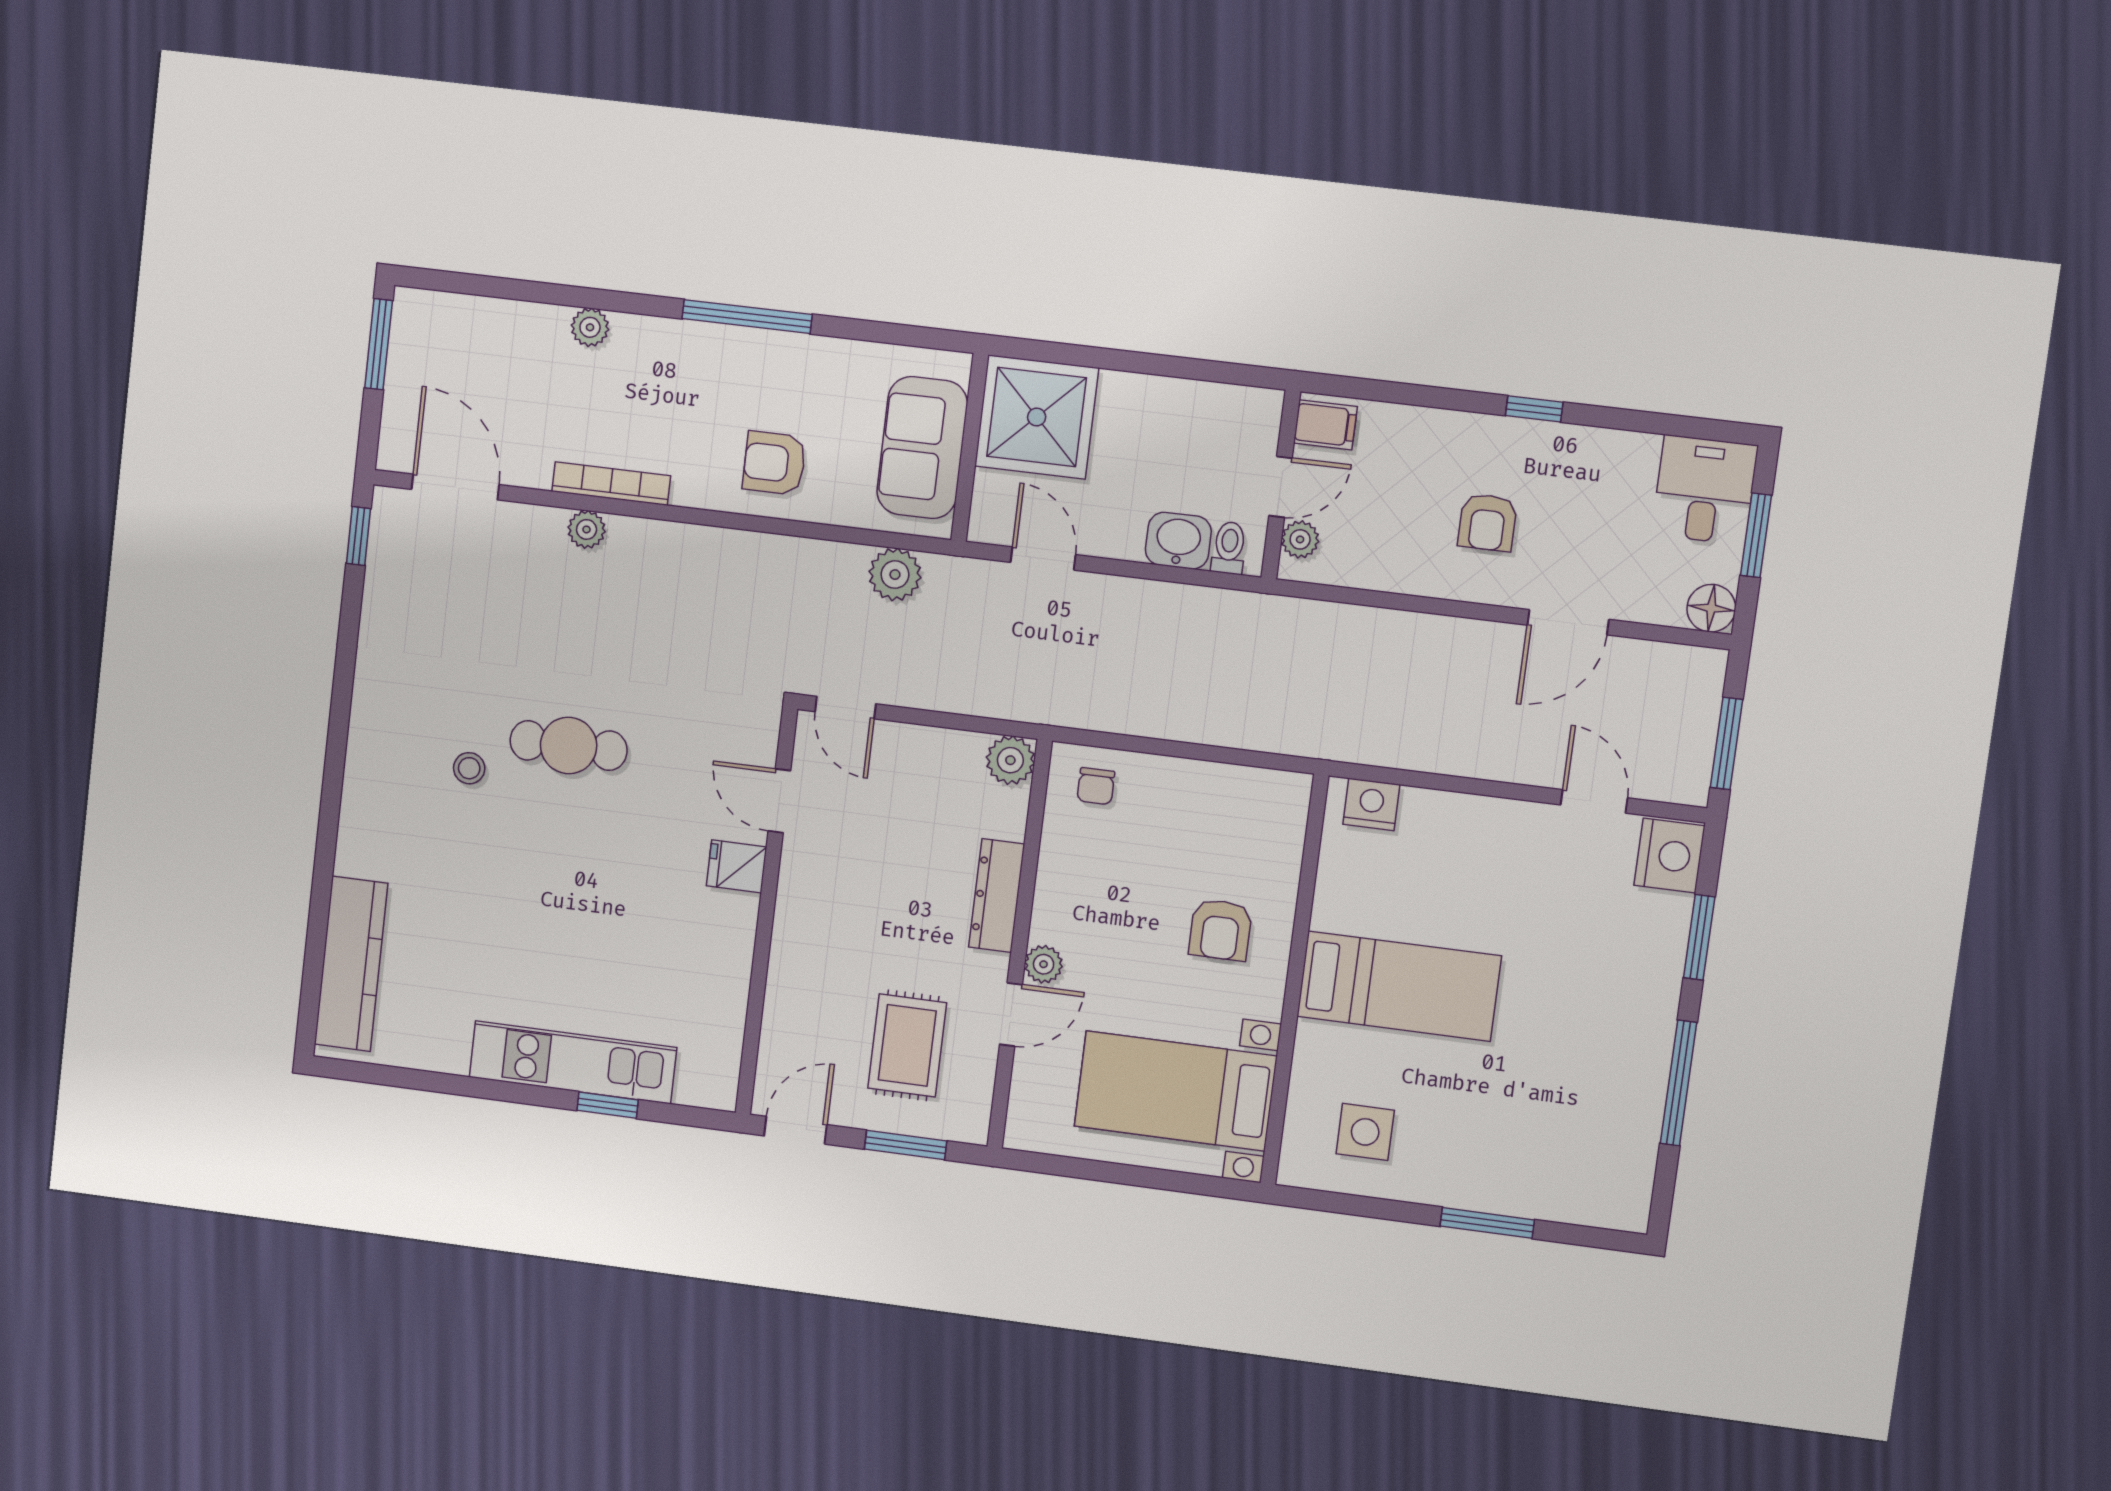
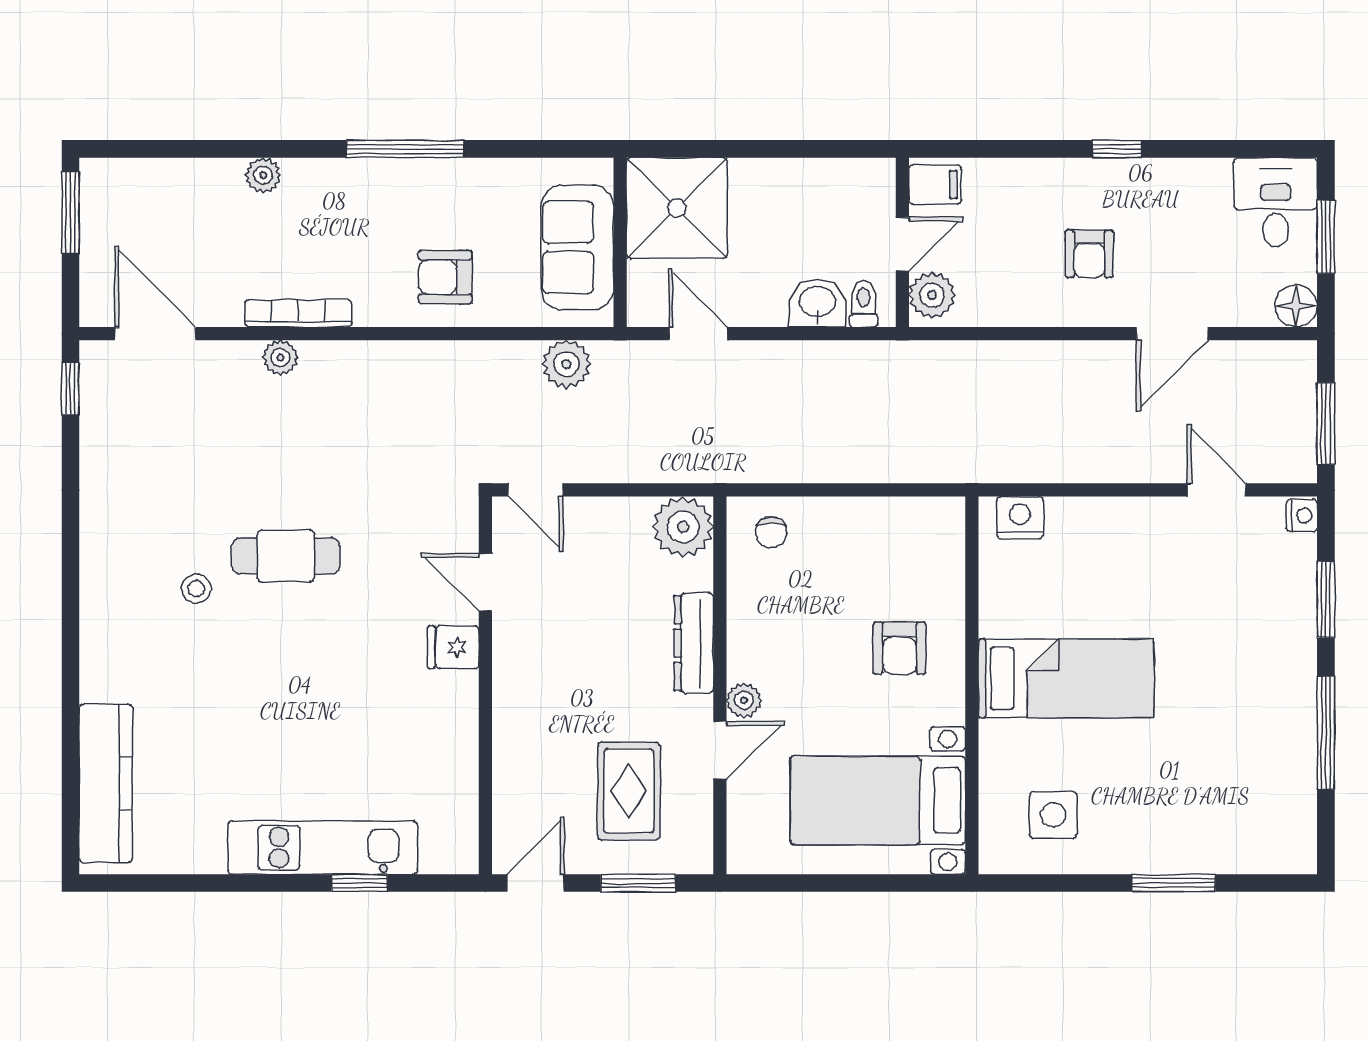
plant: (1300, 539) -> (932, 295), width x1.38, depth x1.38
plant: (1010, 760) -> (683, 527), width x1.36, depth x1.36
nightstand: (1669, 856) -> (1302, 515), width x0.53, depth x0.56

